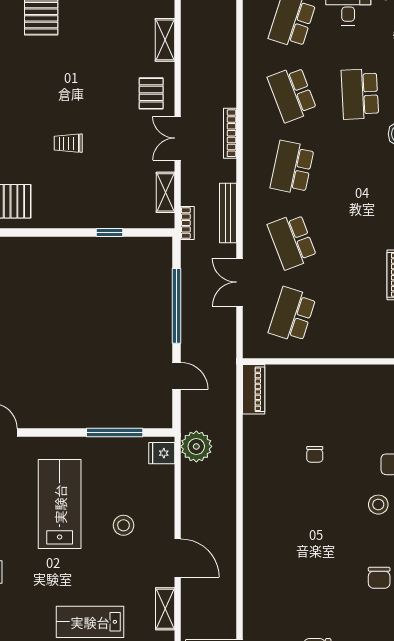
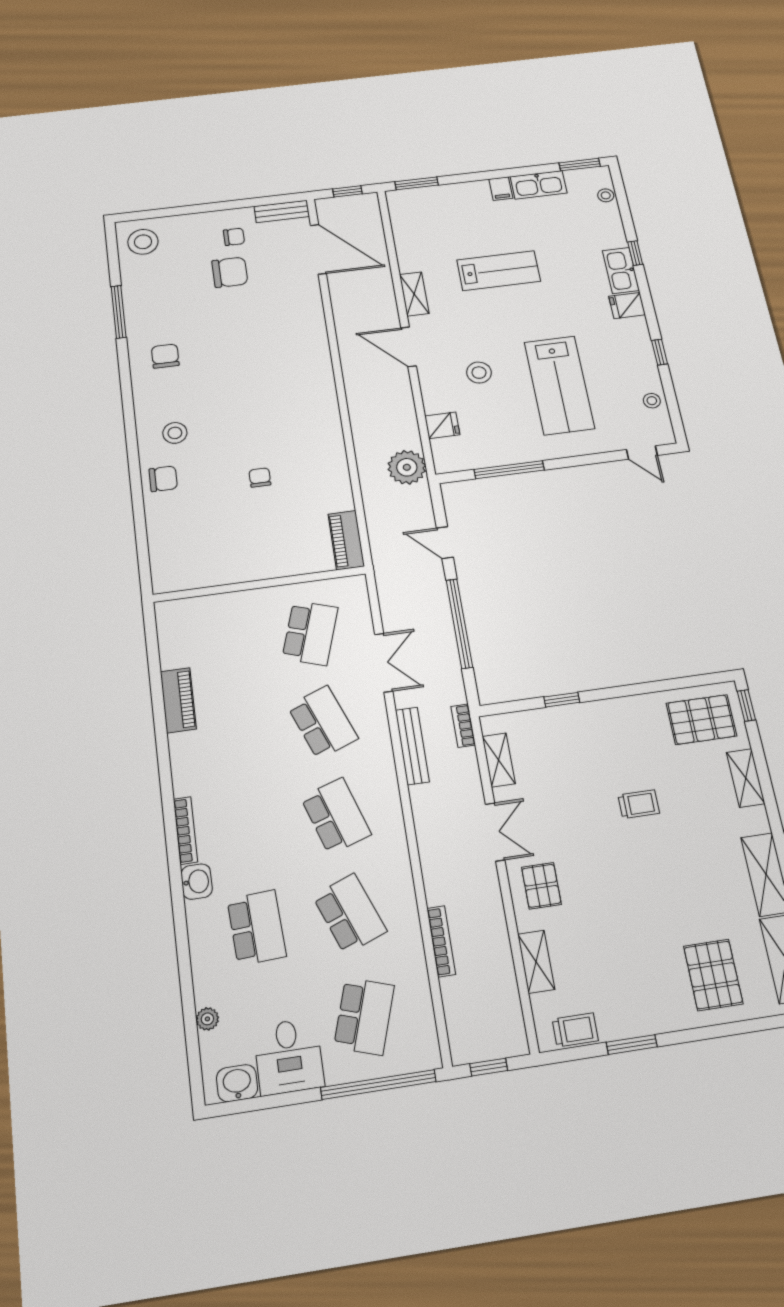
bookcase: (230, 133) -> (441, 941), moved
school desk: (292, 168) -> (336, 816), turned -30
fridge: (162, 453) -> (442, 425), moved

